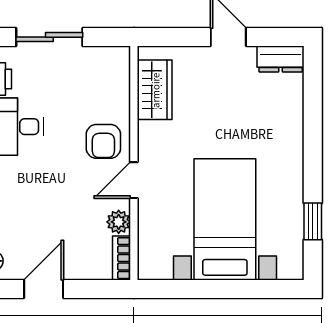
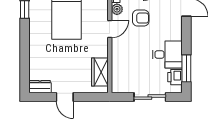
armchair: (103, 141) -> (141, 18), moved, turned 90

